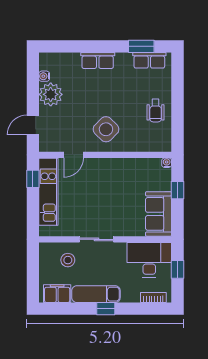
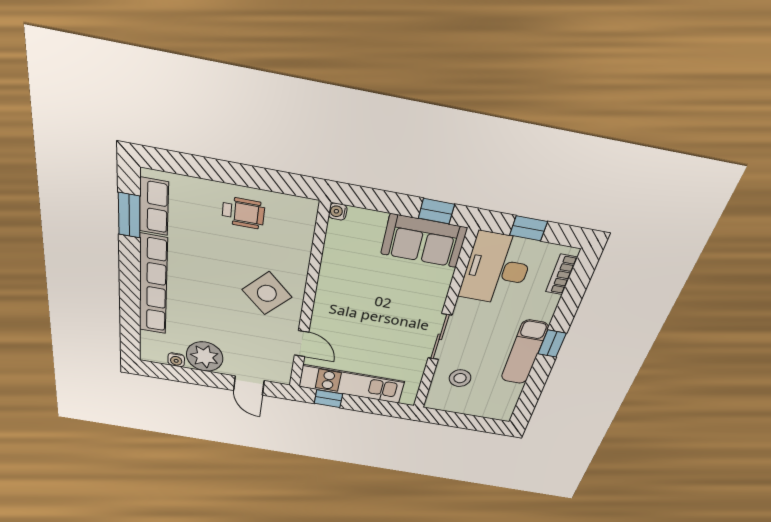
row of seats: (98, 61) -> (153, 285), width x2.02
window: (177, 190) -> (436, 211), moved
filing cabinet: (57, 294) -> (505, 399), removed

